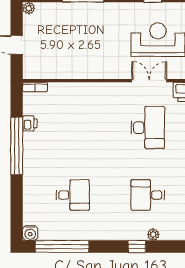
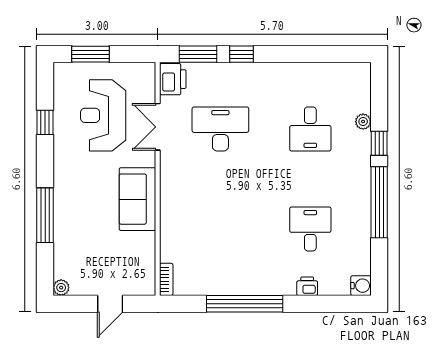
sofa: (95, 65) -> (137, 199), added
printer: (30, 123) -> (307, 286), moved
window: (62, 247) -> (379, 202), moved

